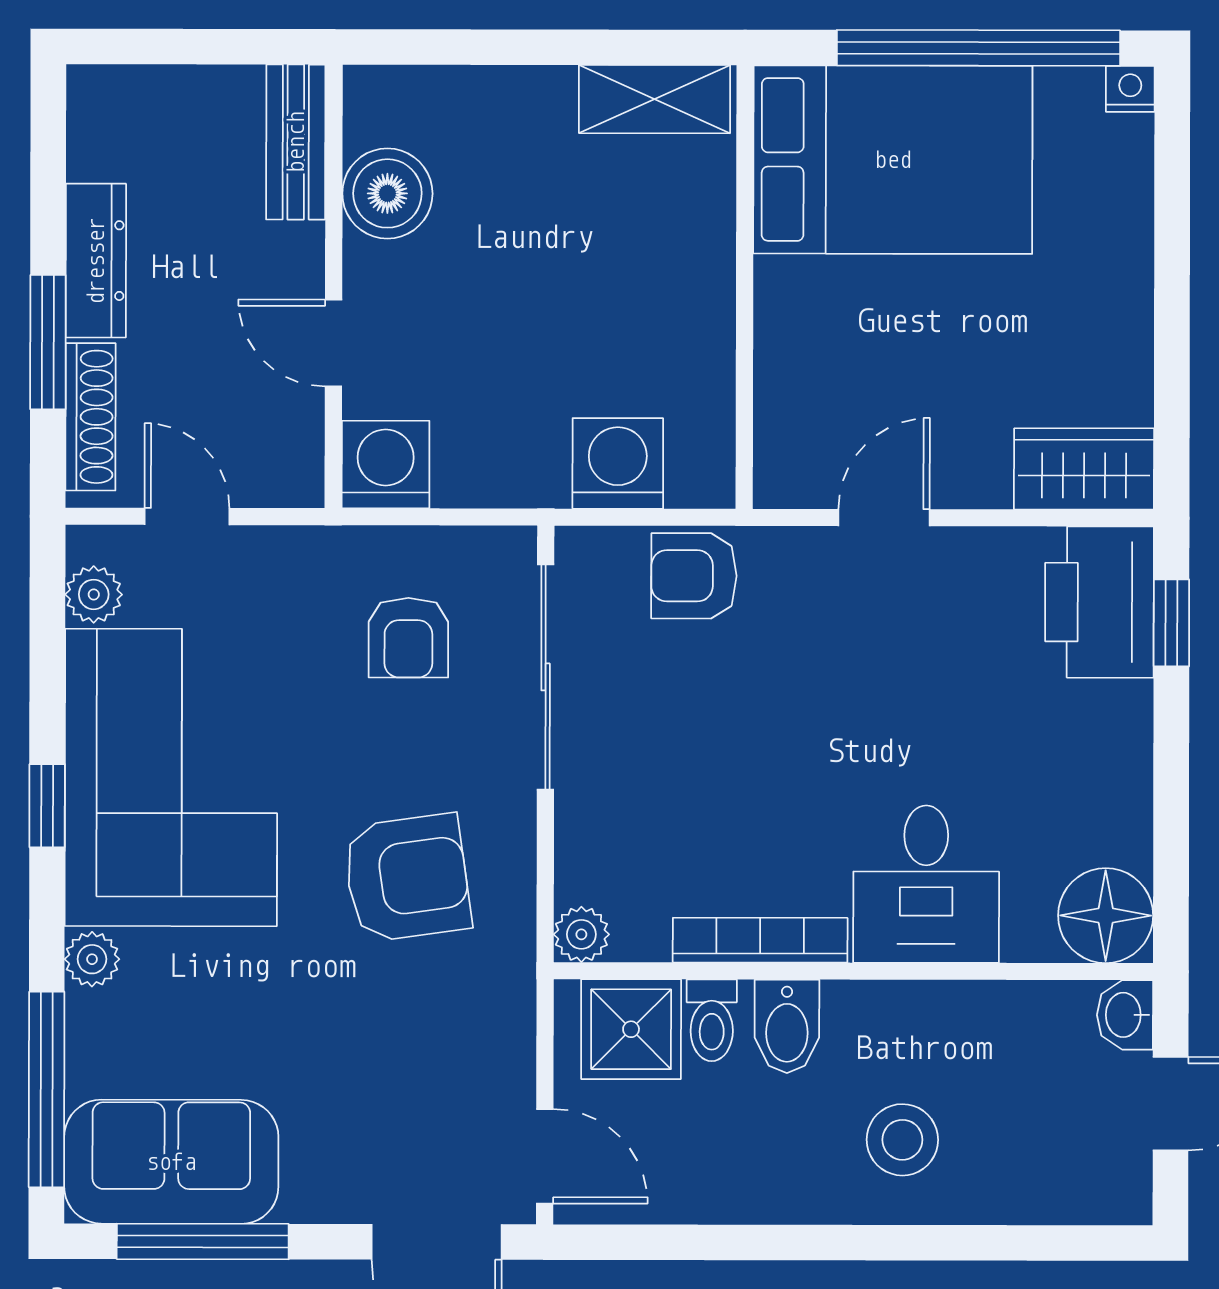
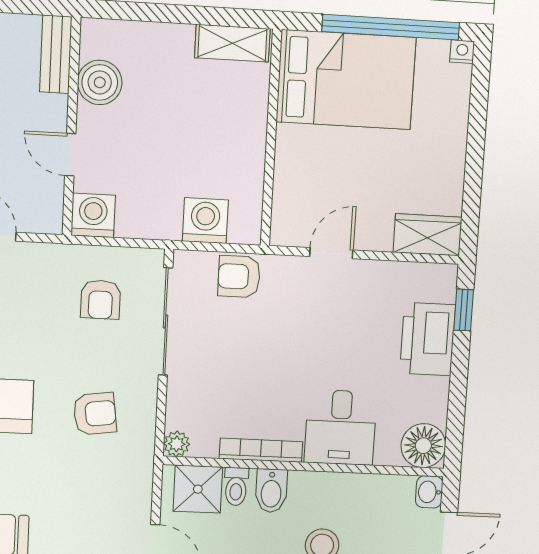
printer: (1099, 602) -> (428, 339), moved
armchair: (407, 878) -> (95, 414), width x0.72, depth x0.72

